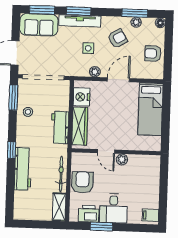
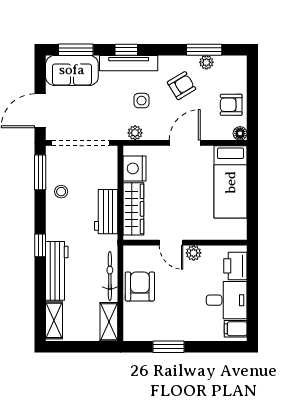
window: (79, 11) -> (126, 50), width x0.67
floor lamp: (160, 23) -> (240, 133), moved
plant: (95, 72) -> (135, 133), moved
shelving: (20, 205) -> (54, 320), added
desk: (114, 208) -> (227, 300), moved, turned -90
printer: (89, 214) -> (235, 266), moved, turned -90

